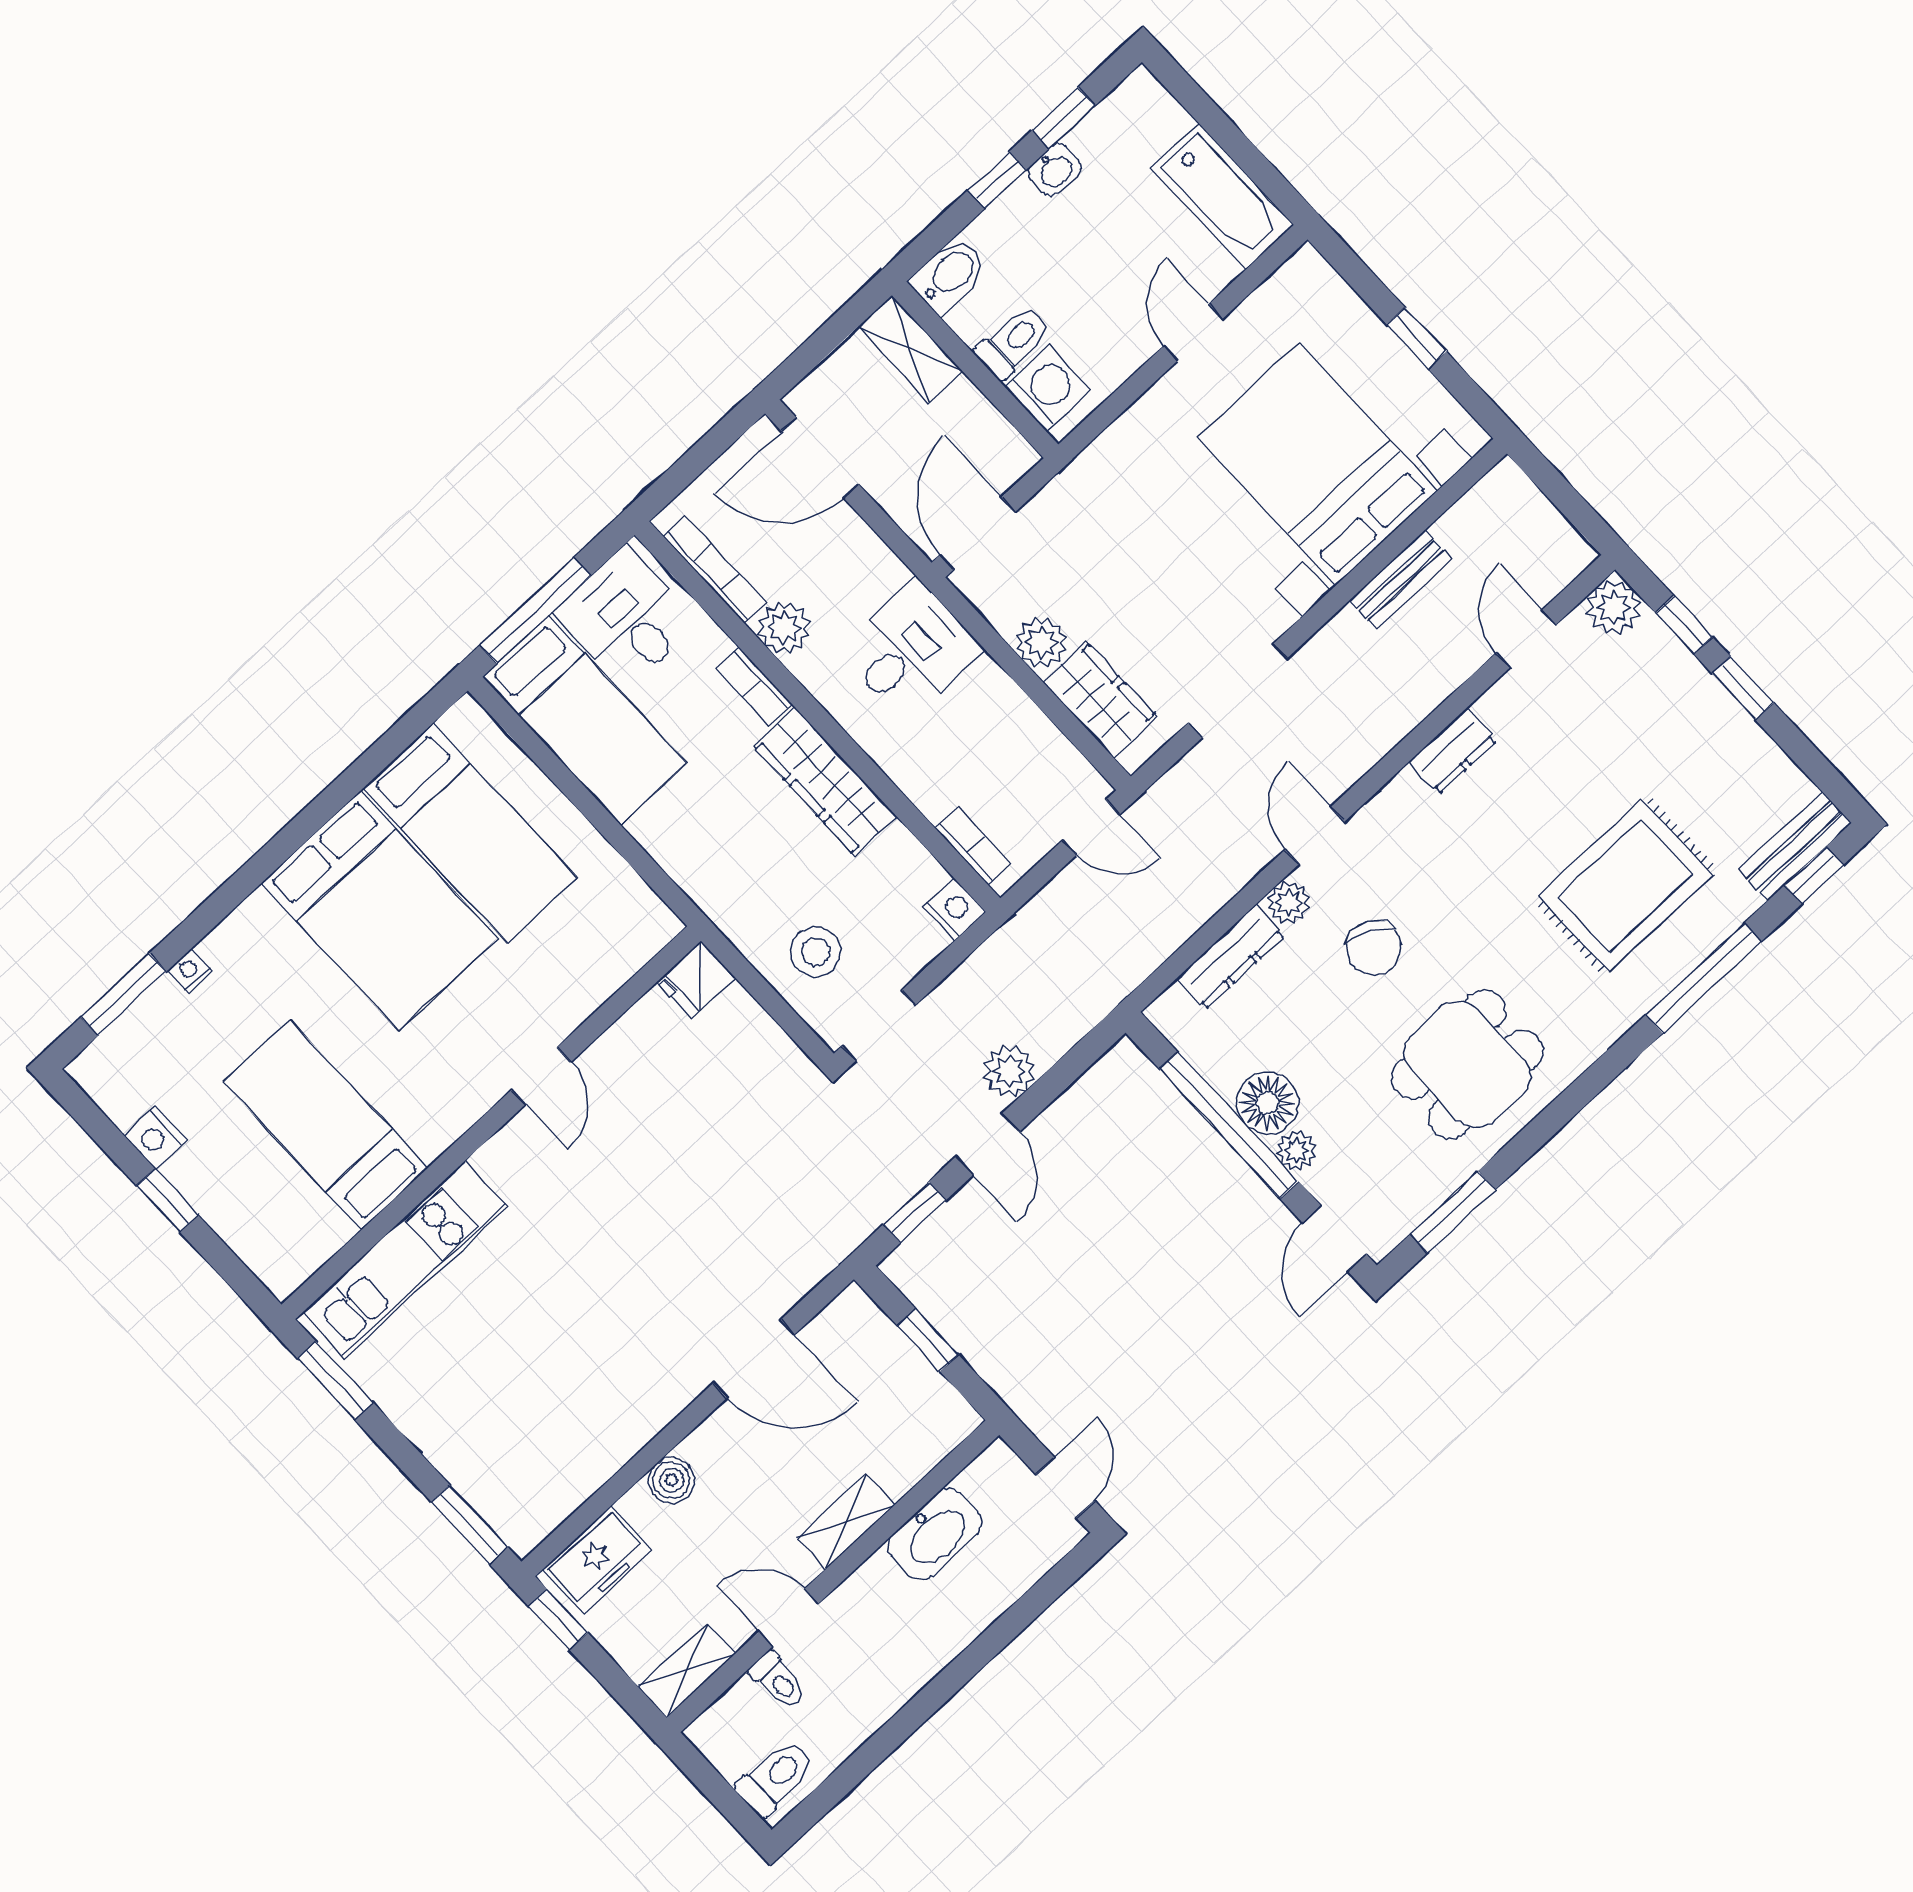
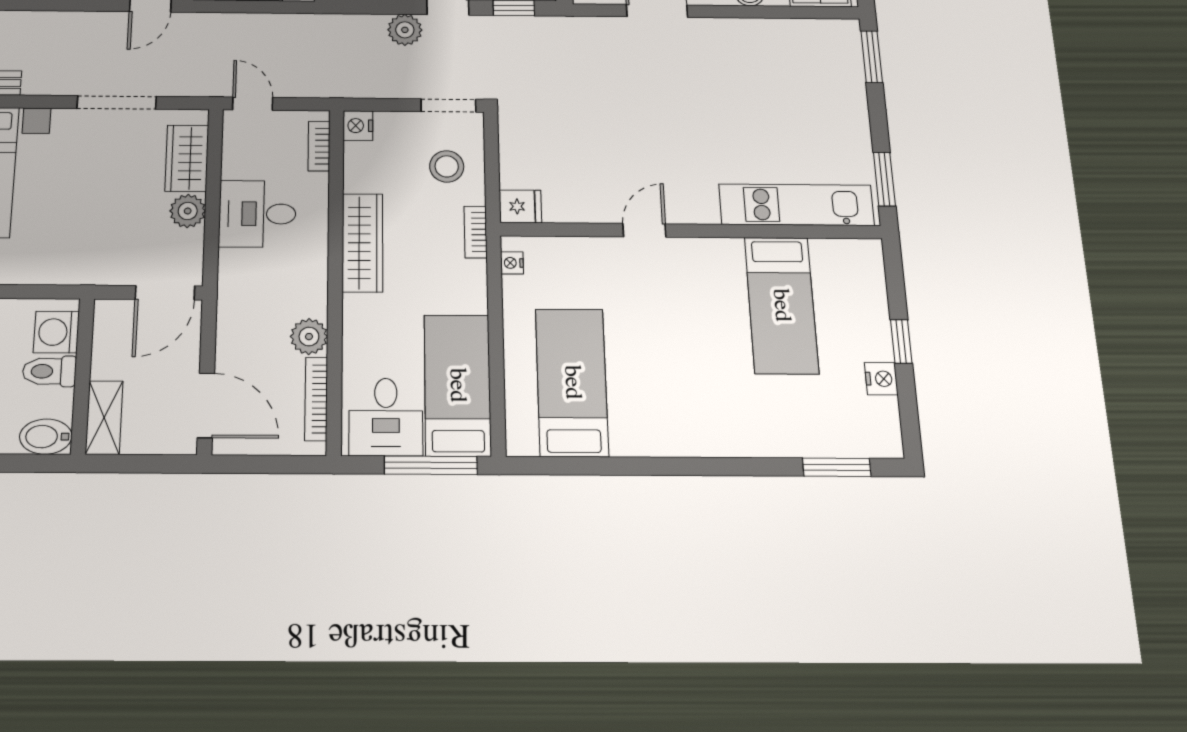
desk: (910, 650) -> (257, 214), moved
bookcase: (754, 686) -> (476, 232), moved, turned 180
bed: (379, 911) -> (657, 386), removed
nightstand: (190, 971) -> (512, 263), moved, turned 90

